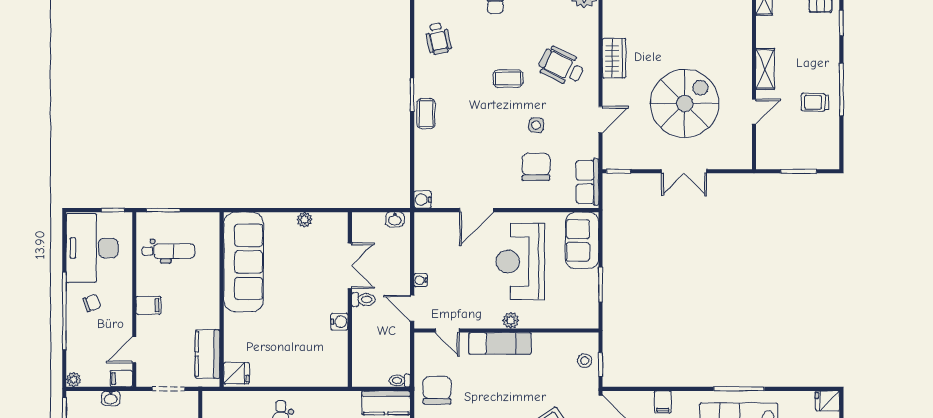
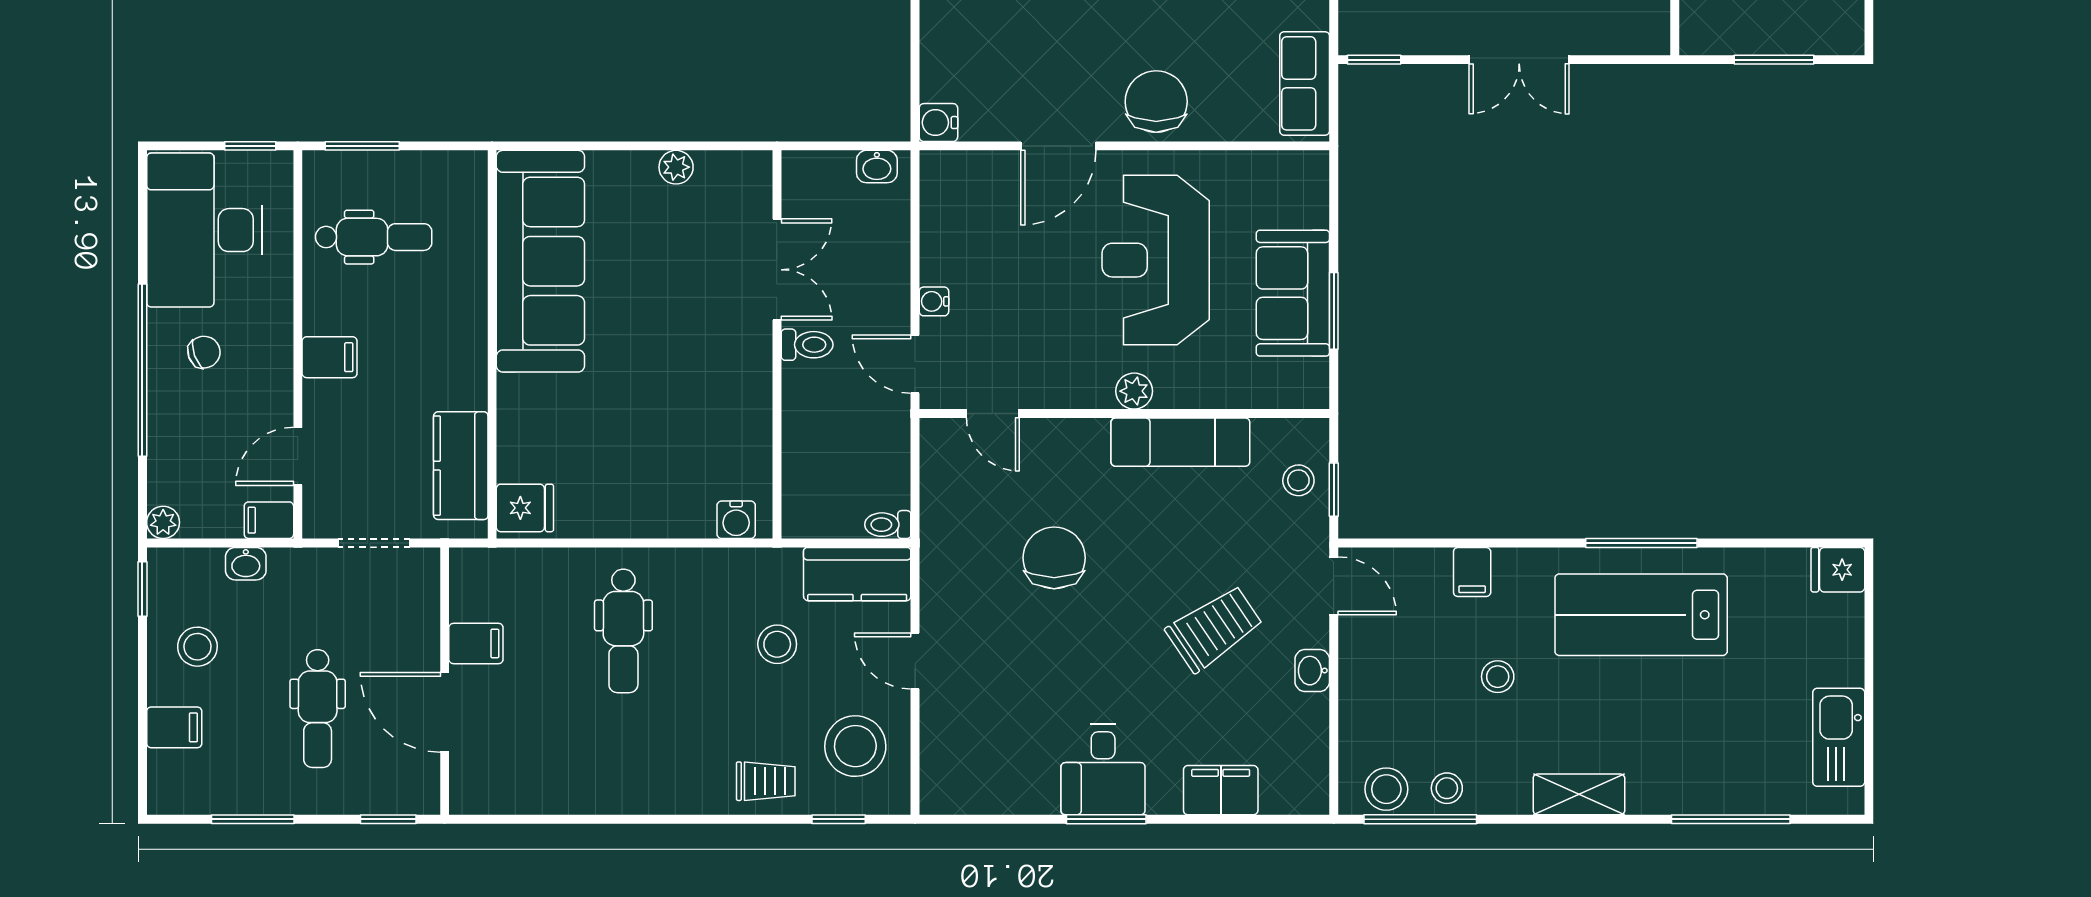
chair: (536, 167) -> (1156, 102), moved
sofa: (582, 240) -> (1293, 293), moved
water cooler: (339, 322) -> (736, 520), moved, turned 90
exam couch: (500, 343) -> (1180, 442), moved
chair: (437, 390) -> (1054, 558), moved

